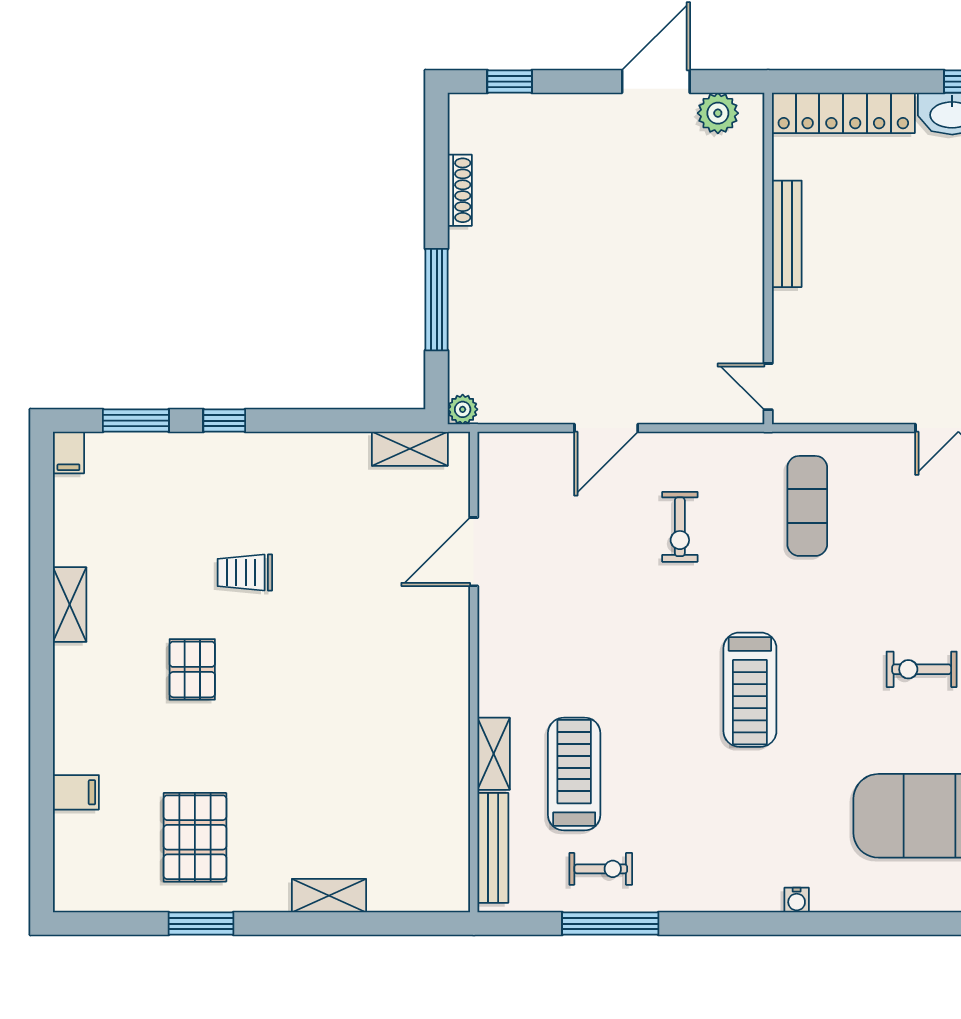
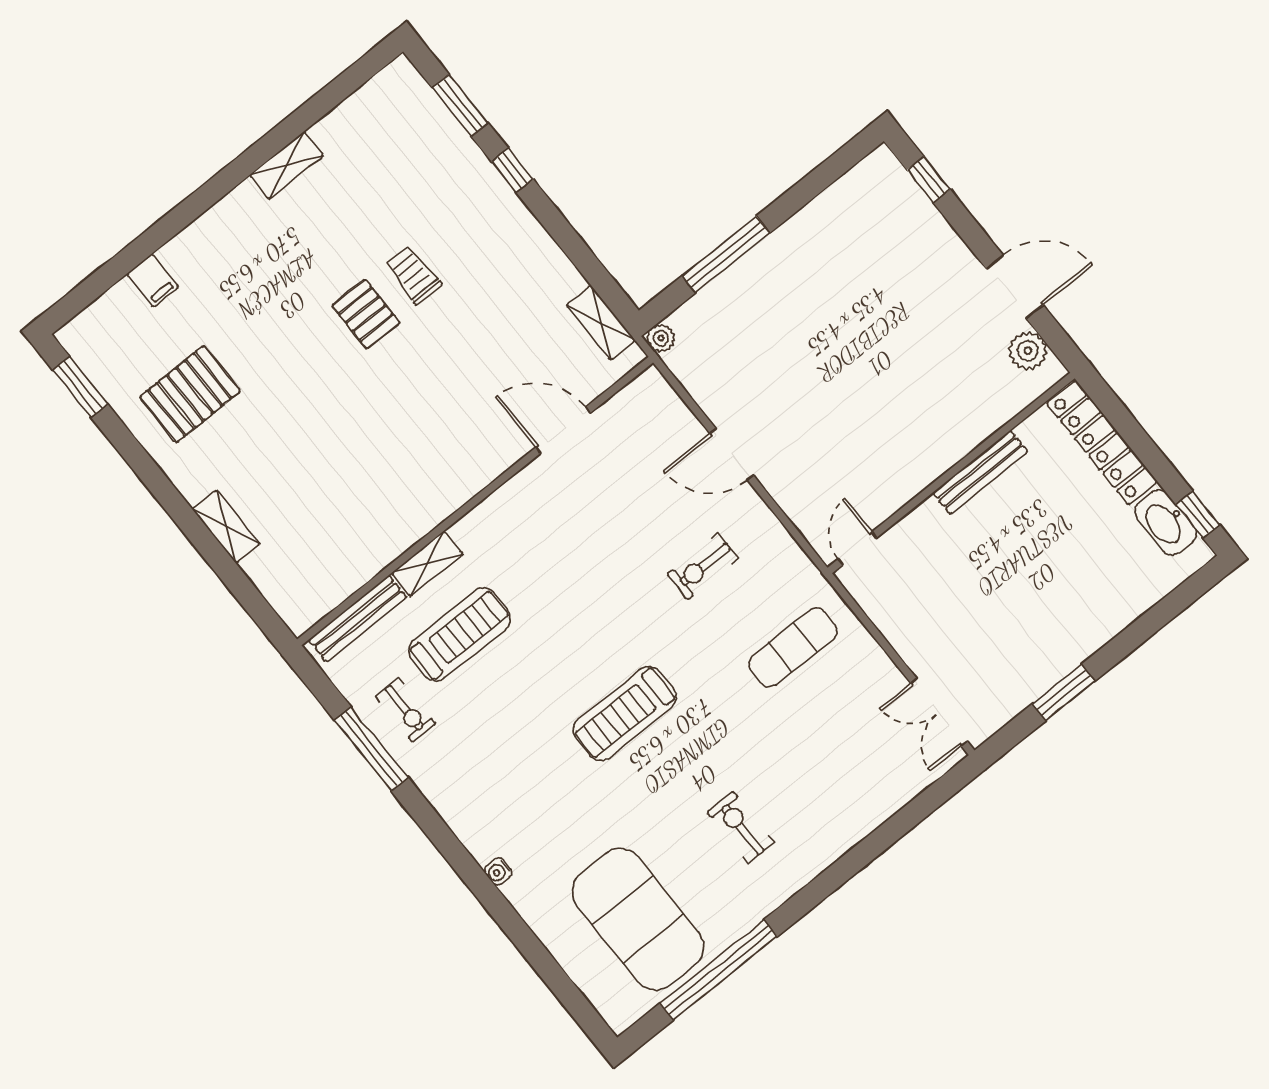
shoe rack: (460, 190) -> (820, 207), removed
filing cabinet: (68, 453) -> (397, 75), removed
pallet: (192, 669) -> (366, 314), moved, turned 90
window: (201, 924) -> (80, 387), moved

